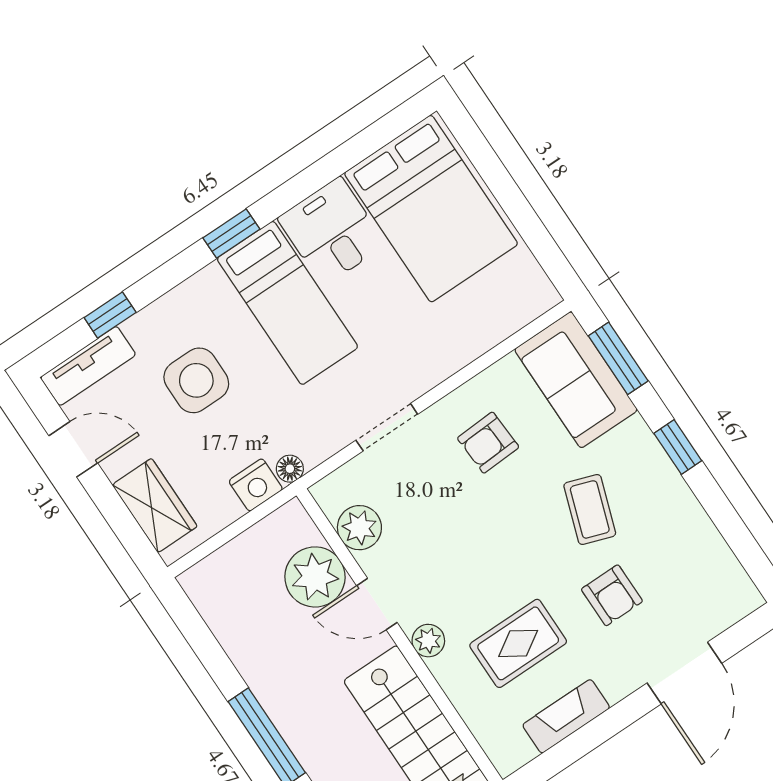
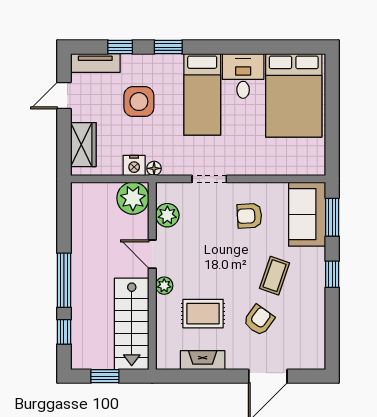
window: (231, 233) -> (168, 47), moved
door: (73, 449) -> (64, 95), swing flipped
plant: (315, 577) -> (133, 198), moved
armchair: (612, 595) -> (259, 320), turned -144

